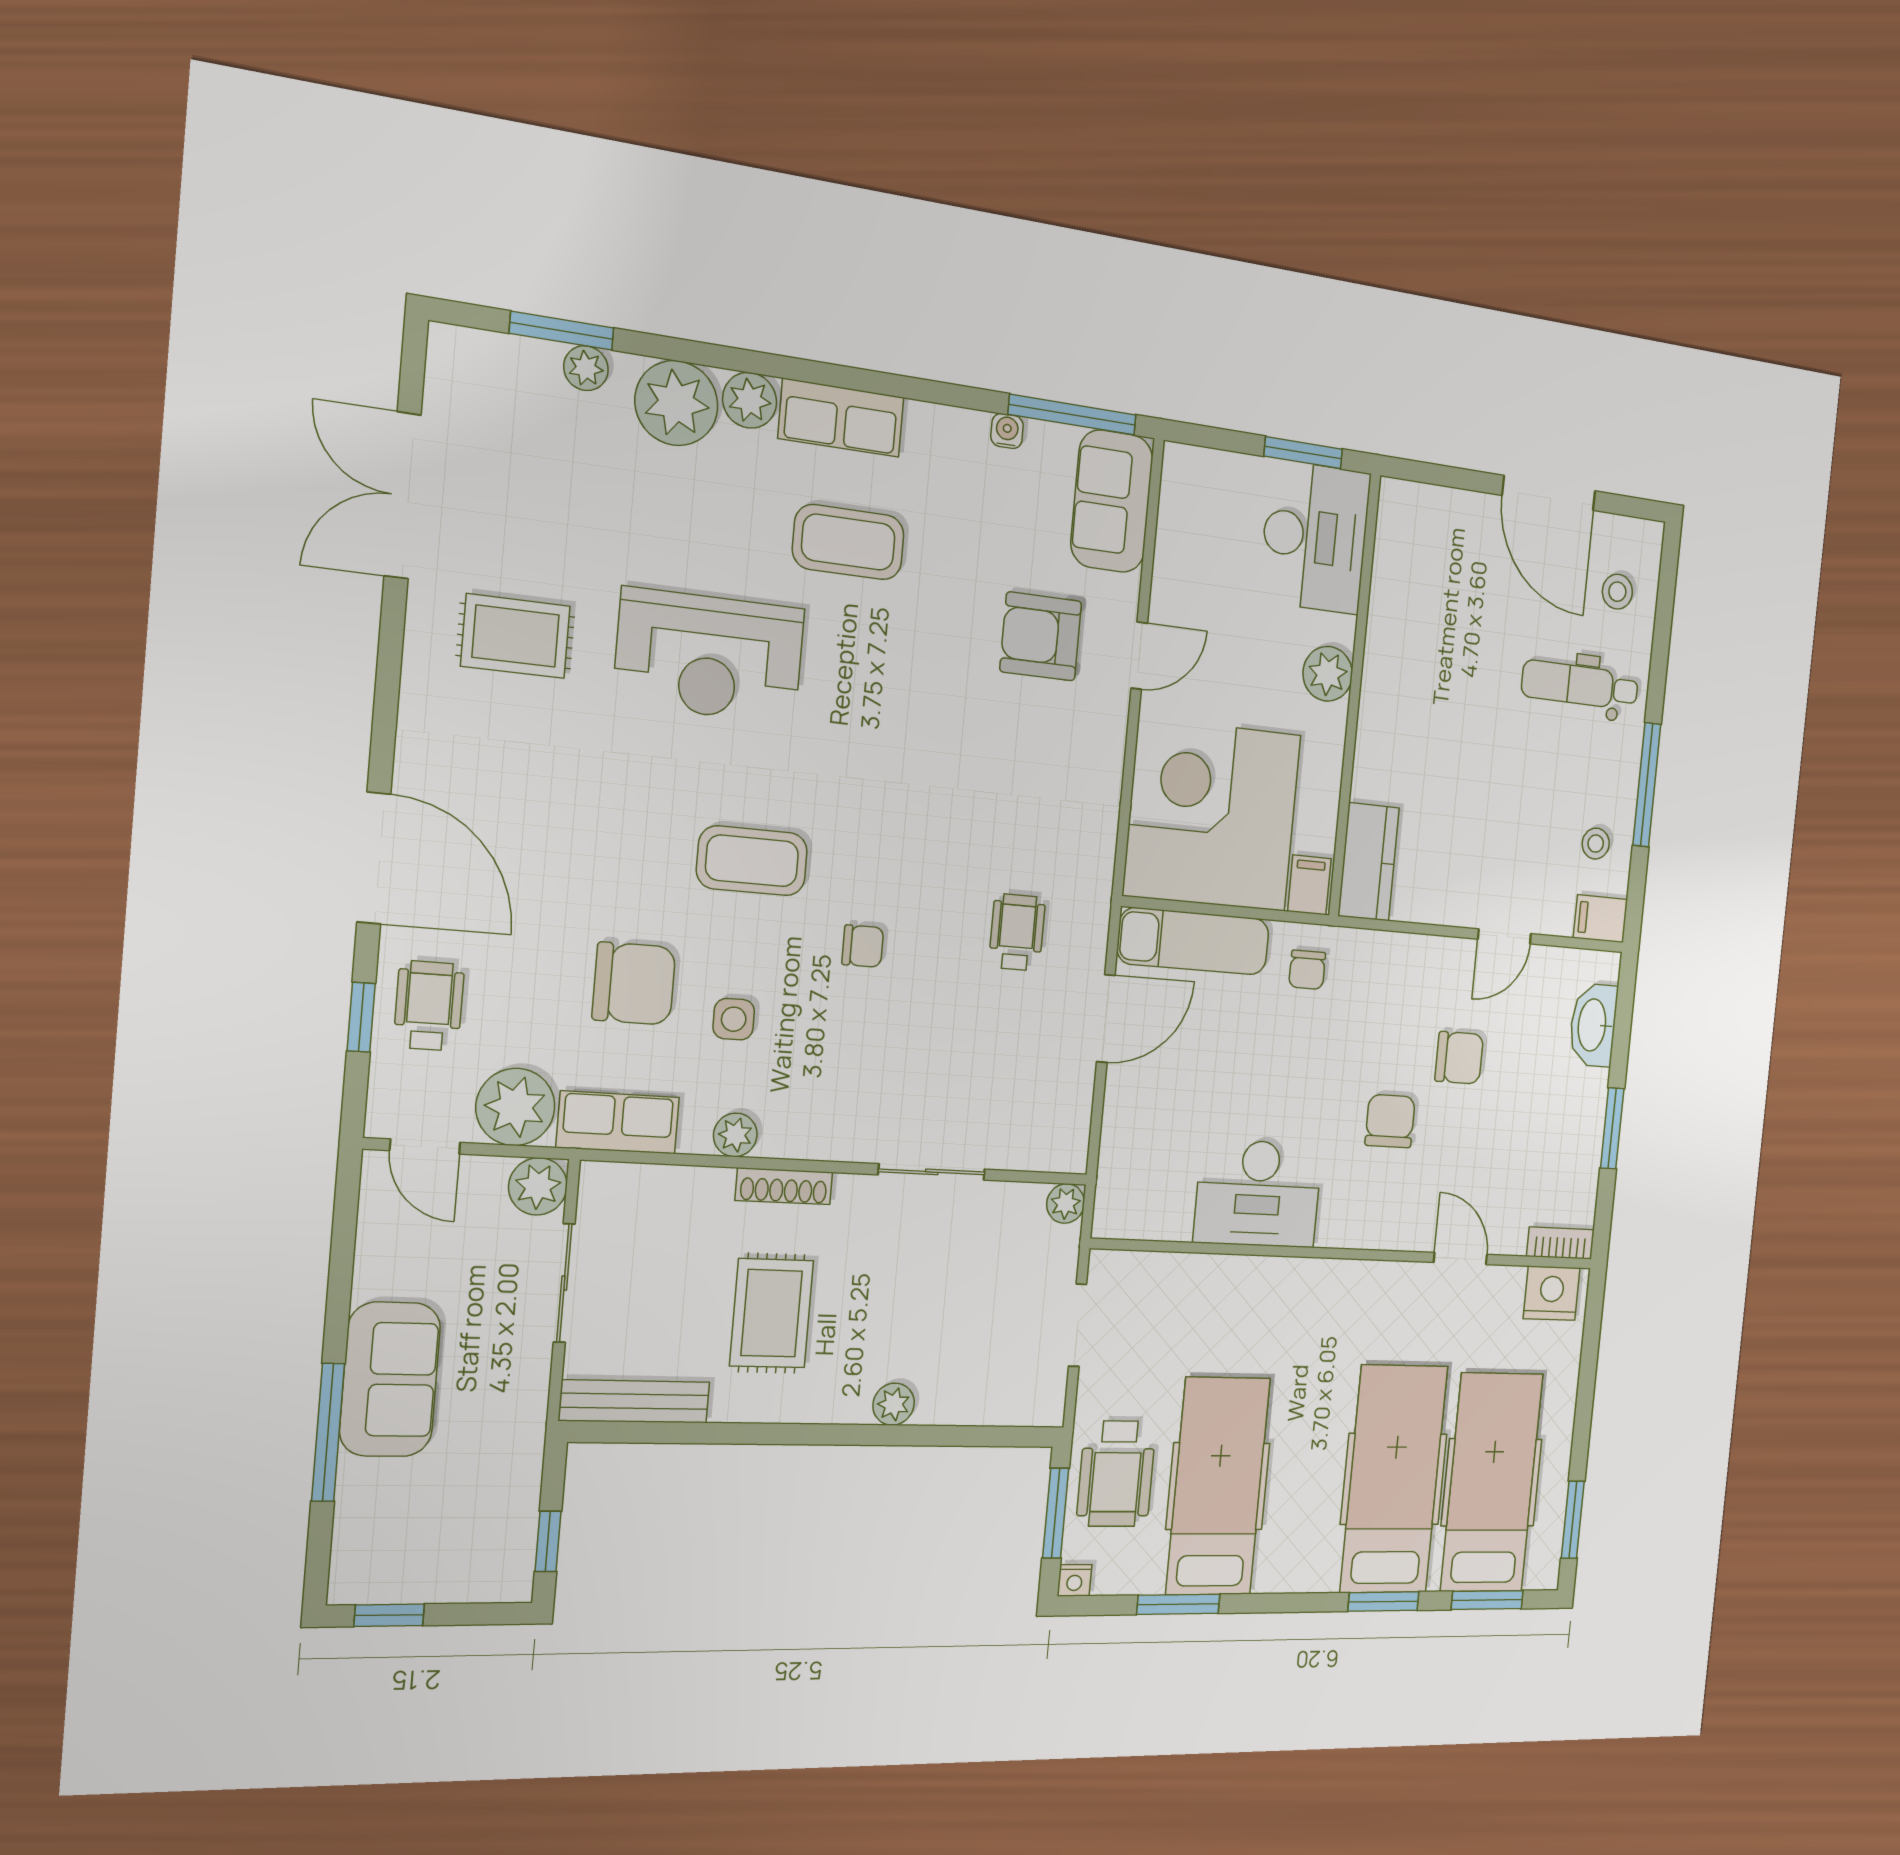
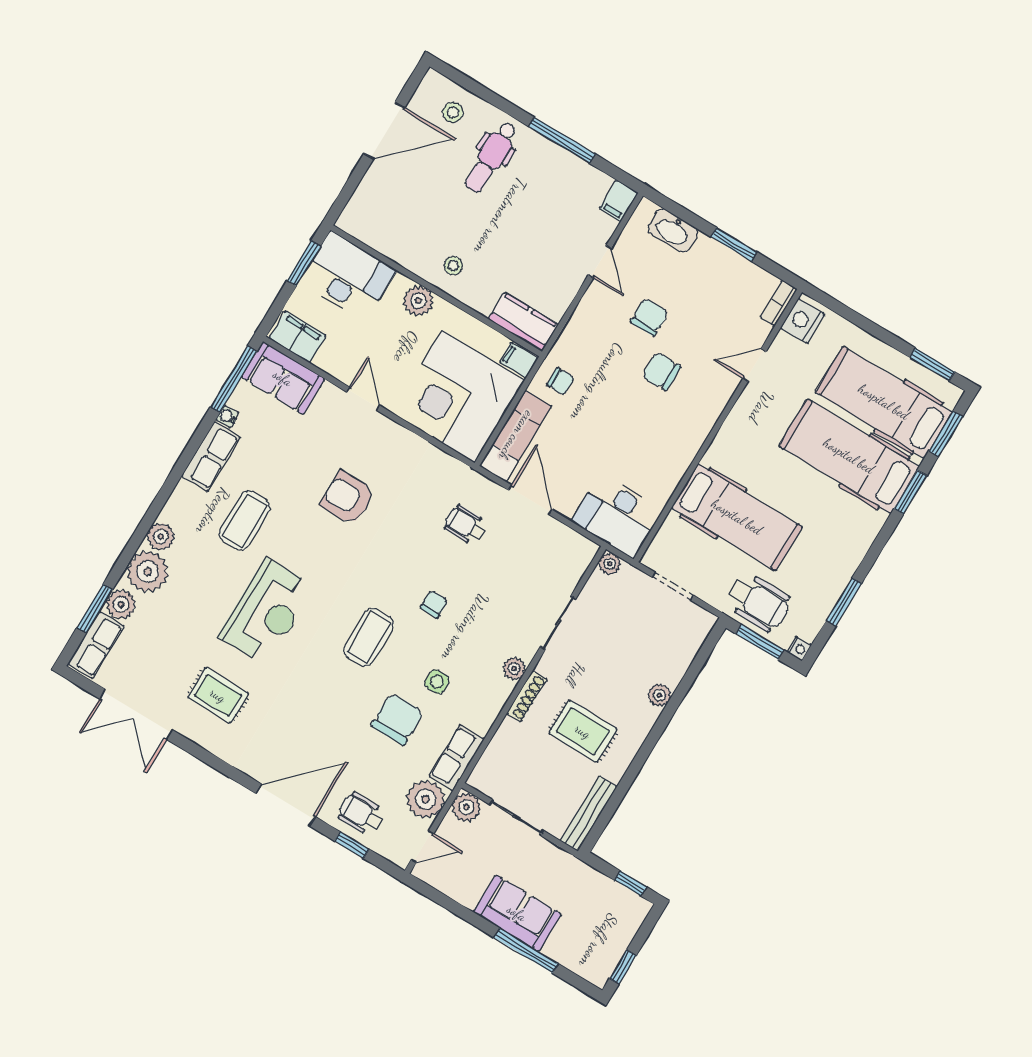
row of seats: (496, 362) -> (96, 645), added
plant: (586, 368) -> (121, 604), width x1.38, depth x1.38
row of seats: (841, 418) -> (211, 456), moved
filing cabinet: (1186, 496) -> (297, 337), added
rug: (516, 636) -> (218, 695), turned 90
armchair: (1041, 636) -> (347, 498), moved, turned 90
stool: (1596, 844) -> (453, 266), moved
plant: (735, 1135) -> (514, 669), moved
desk: (1258, 1193) -> (617, 515), moved, turned 90
hospital bed: (1218, 1486) -> (737, 517), moved, turned 180

